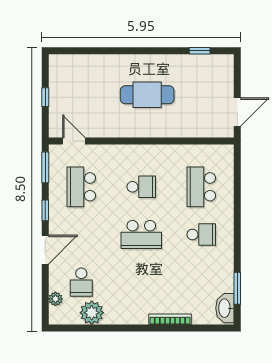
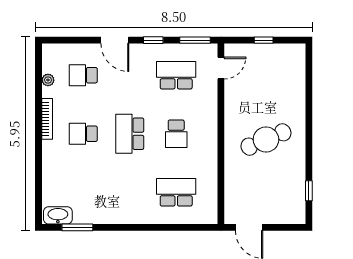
cafe table: (147, 95) -> (266, 139), turned 67
school desk: (201, 234) -> (83, 134), moved, turned 90
plant: (55, 299) -> (67, 50), removed
plant: (92, 313) -> (48, 80), width x0.53, depth x0.53
bookcase: (170, 319) -> (47, 119), moved

